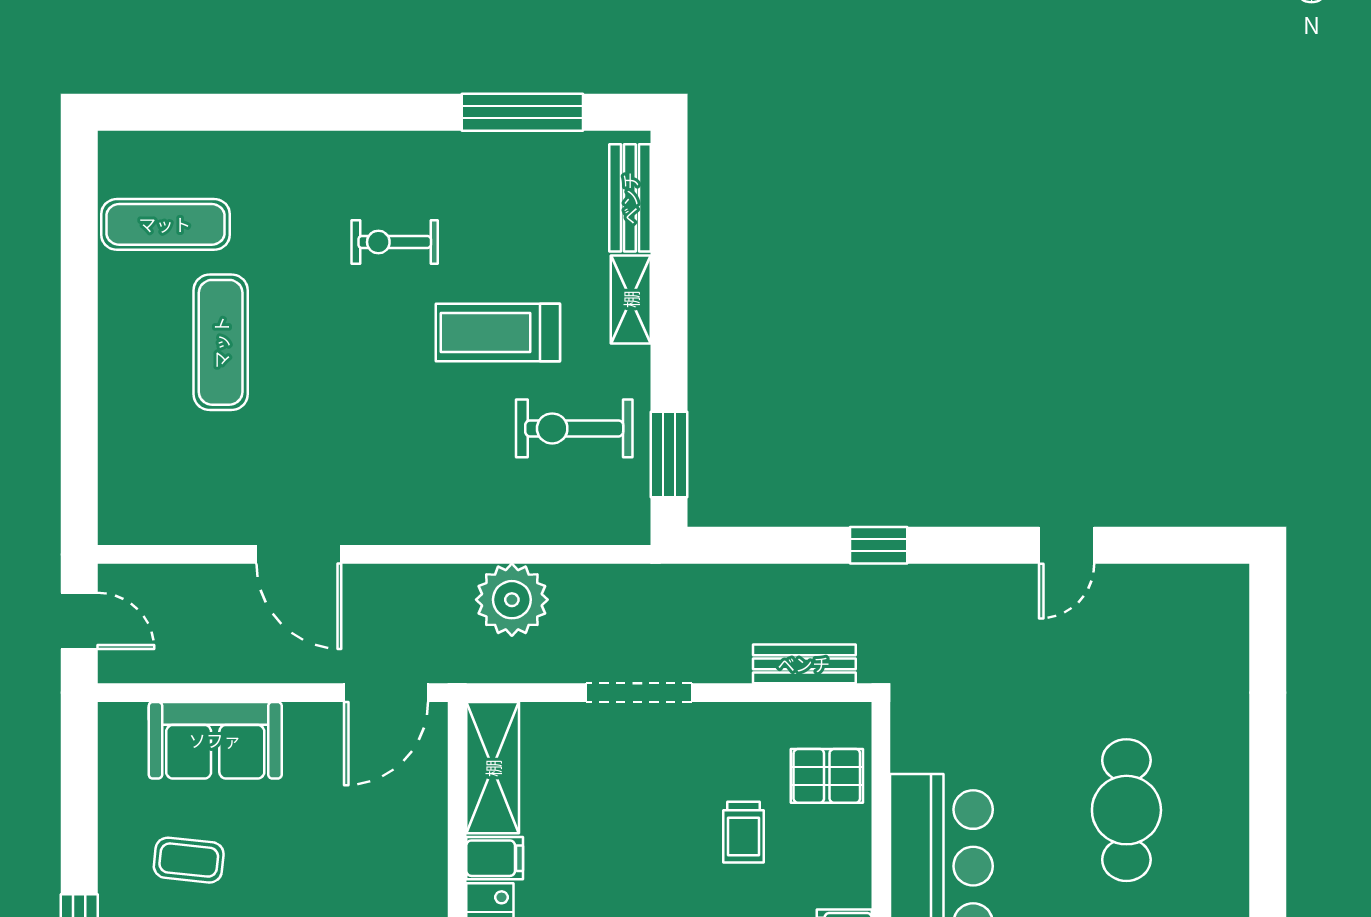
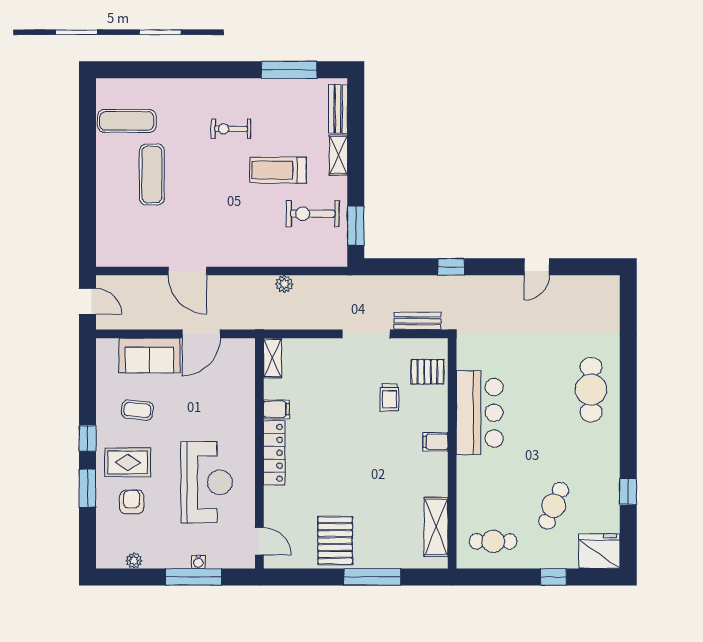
plant: (512, 600) -> (284, 284), width x0.53, depth x0.53
door: (386, 693) -> (201, 334), moved
doorway: (639, 693) -> (366, 334), moved
shelving: (493, 768) -> (273, 358), width x0.67, depth x0.75
cafe table: (1126, 810) -> (591, 390), moved

